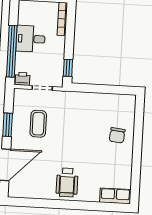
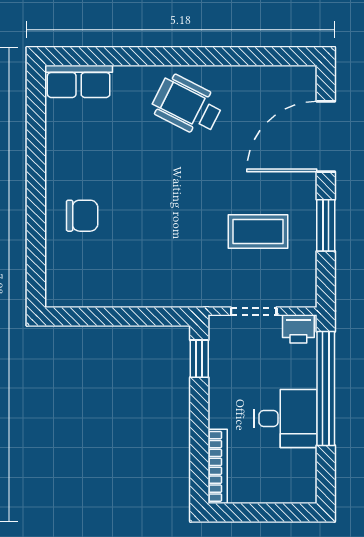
coffee table: (38, 124) -> (258, 231), turned 90
chair: (117, 135) -> (82, 216), turned 84
wheelchair: (67, 182) -> (187, 105), turned -63

